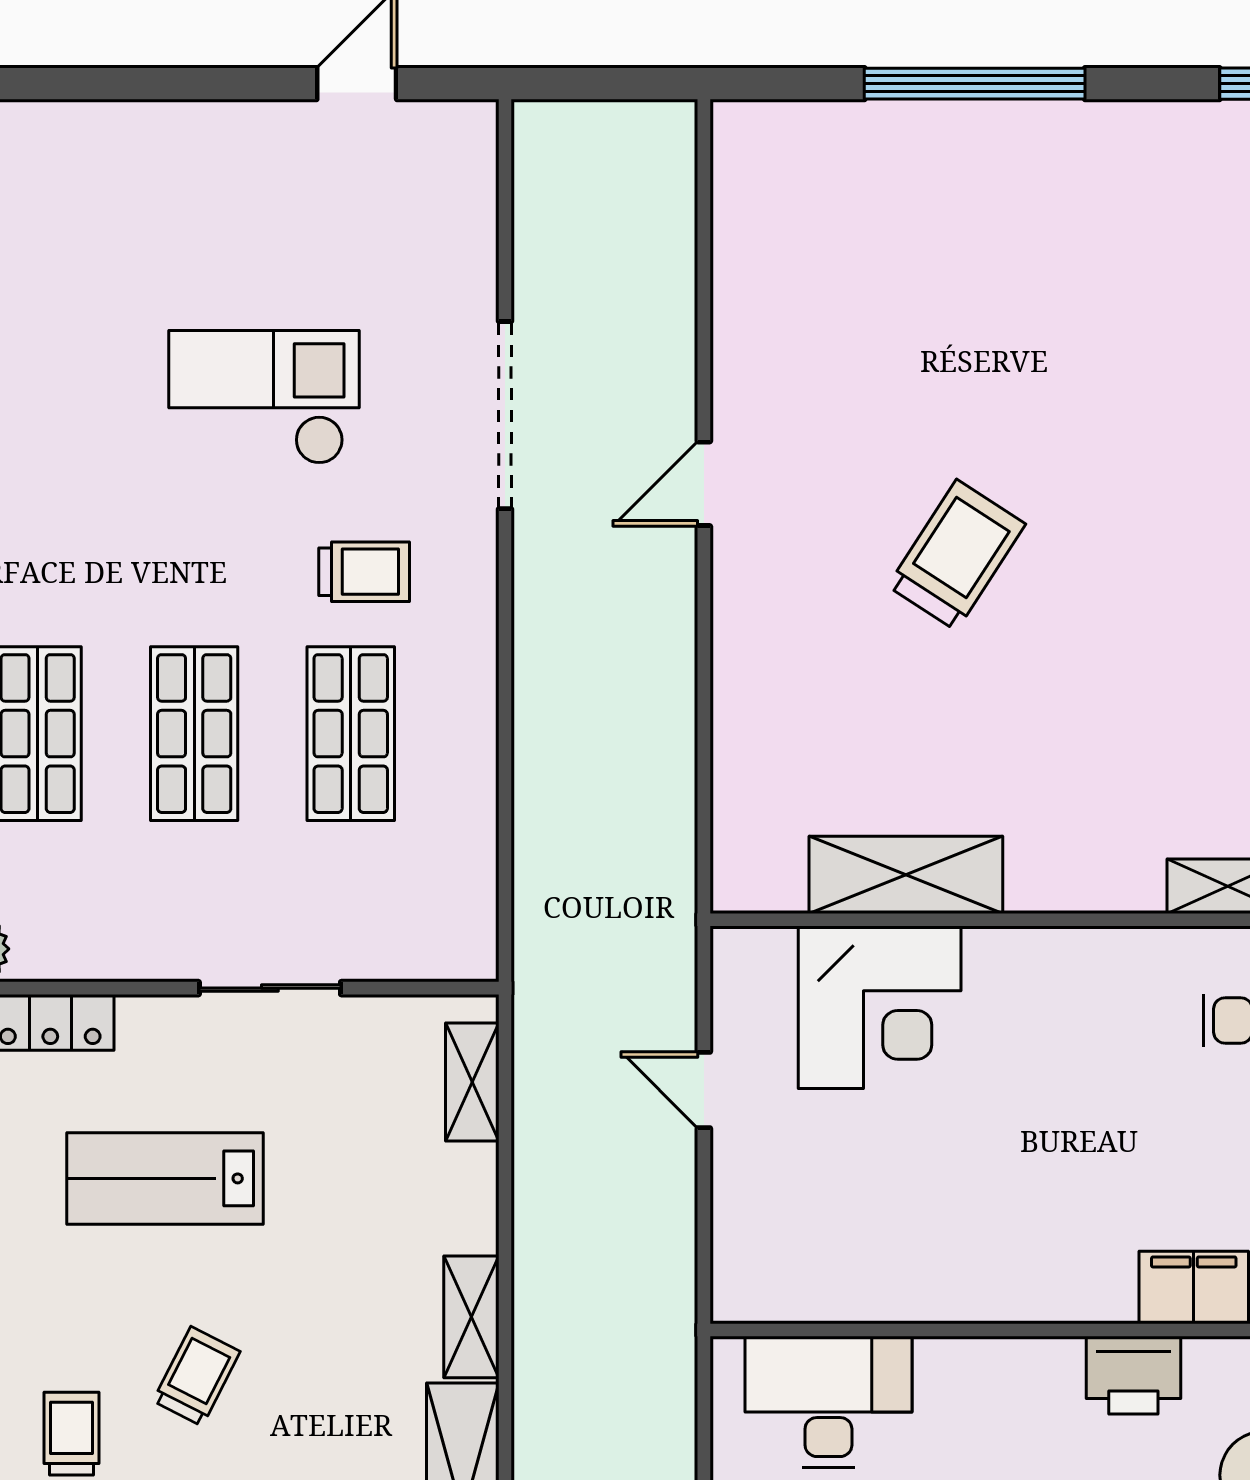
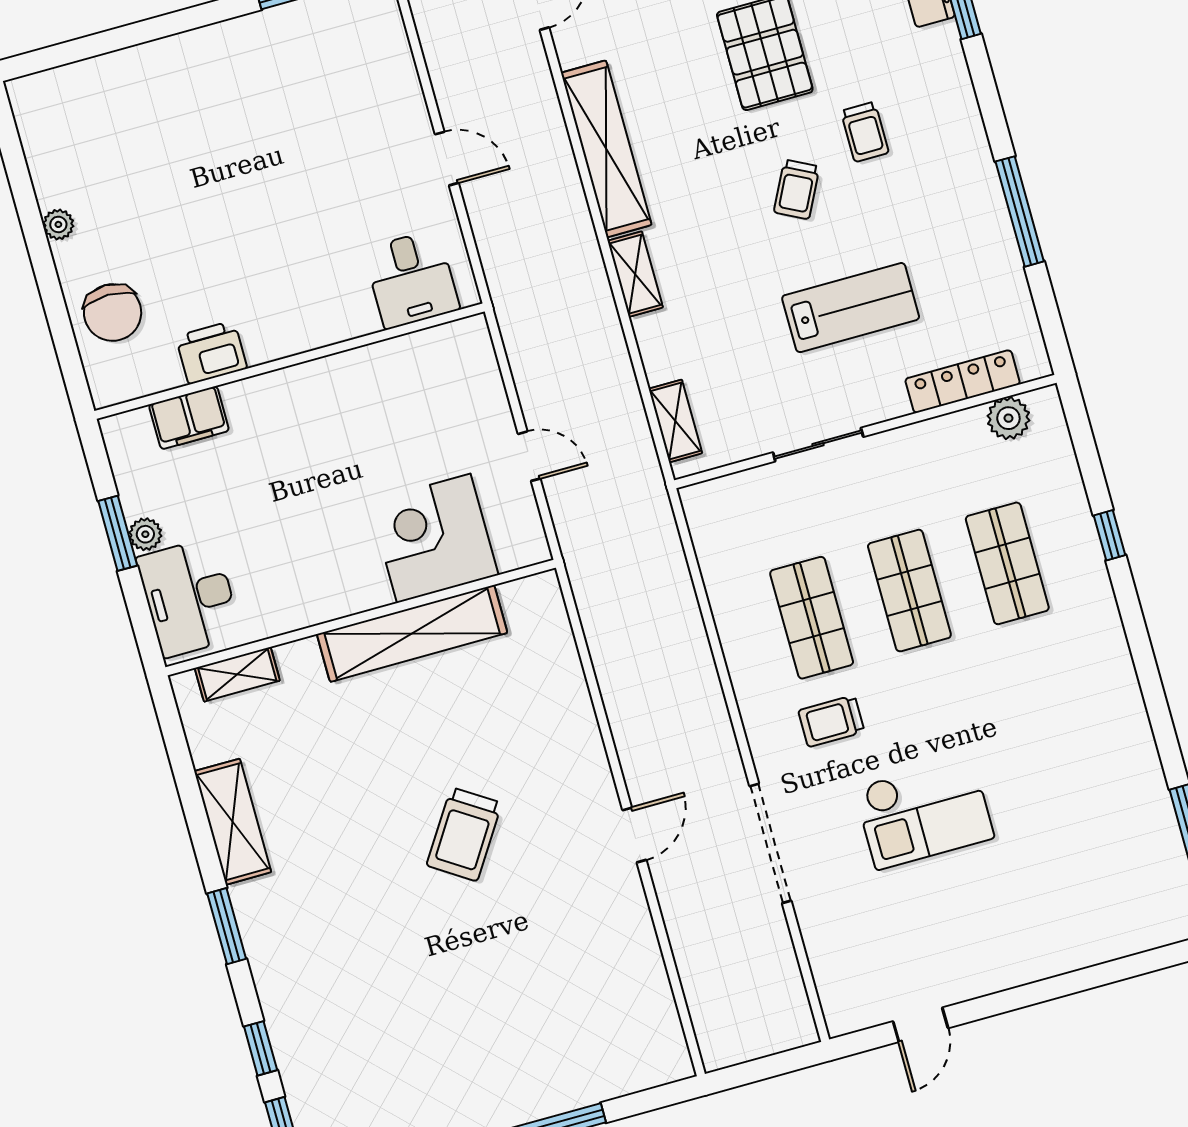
shelving: (906, 875) -> (412, 633), width x1.47
desk: (828, 1402) -> (411, 279), width x0.73

